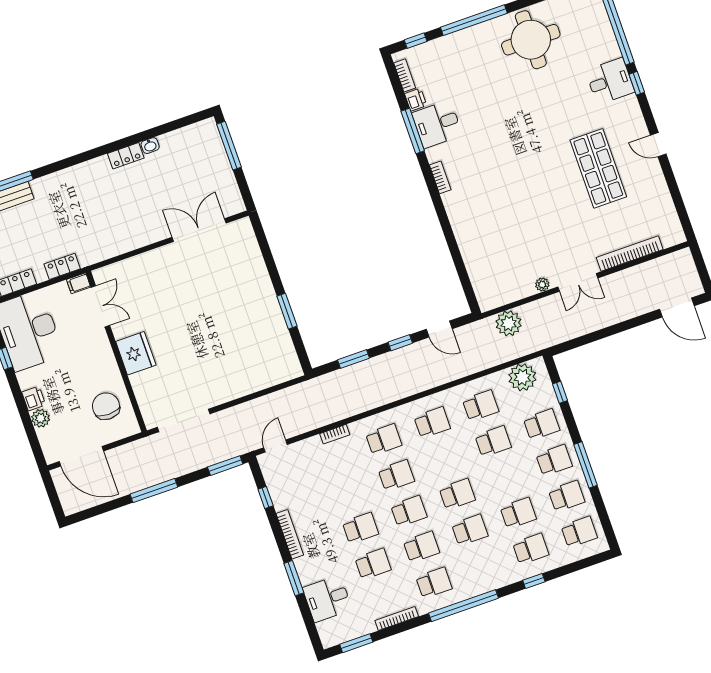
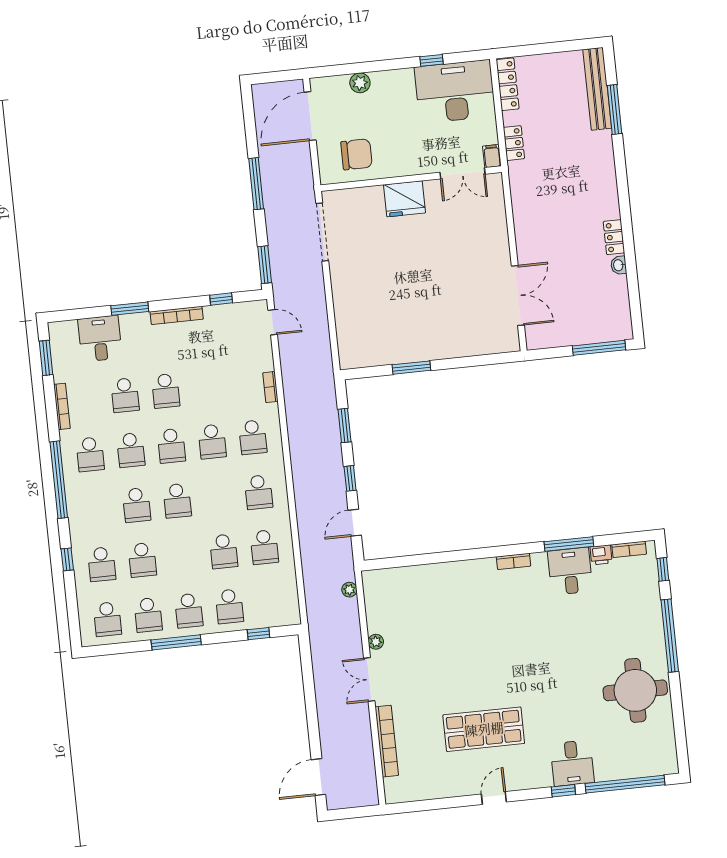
plant: (509, 323) -> (349, 590), width x0.53, depth x0.53
plant: (522, 377) -> (284, 598), removed
printer: (34, 399) -> (382, 80), removed

